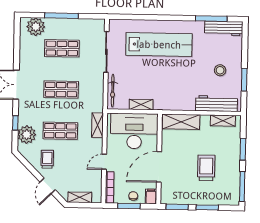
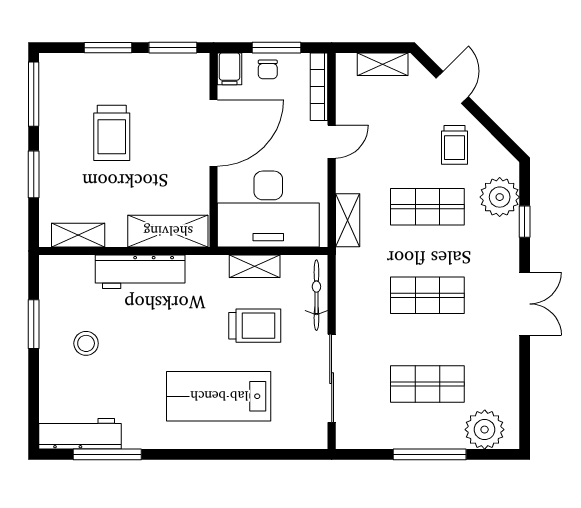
lab bench: (159, 45) -> (219, 396), width x0.73
trolley: (142, 77) -> (255, 326), added
workbench: (216, 103) -> (140, 272), moved

